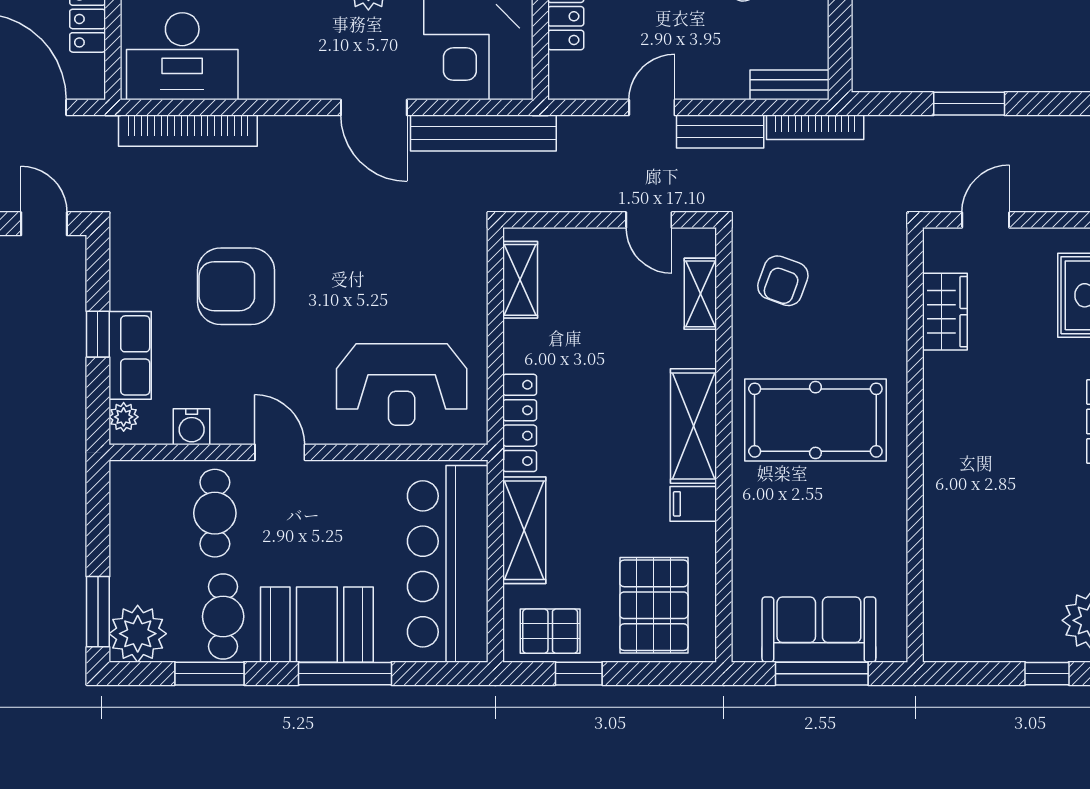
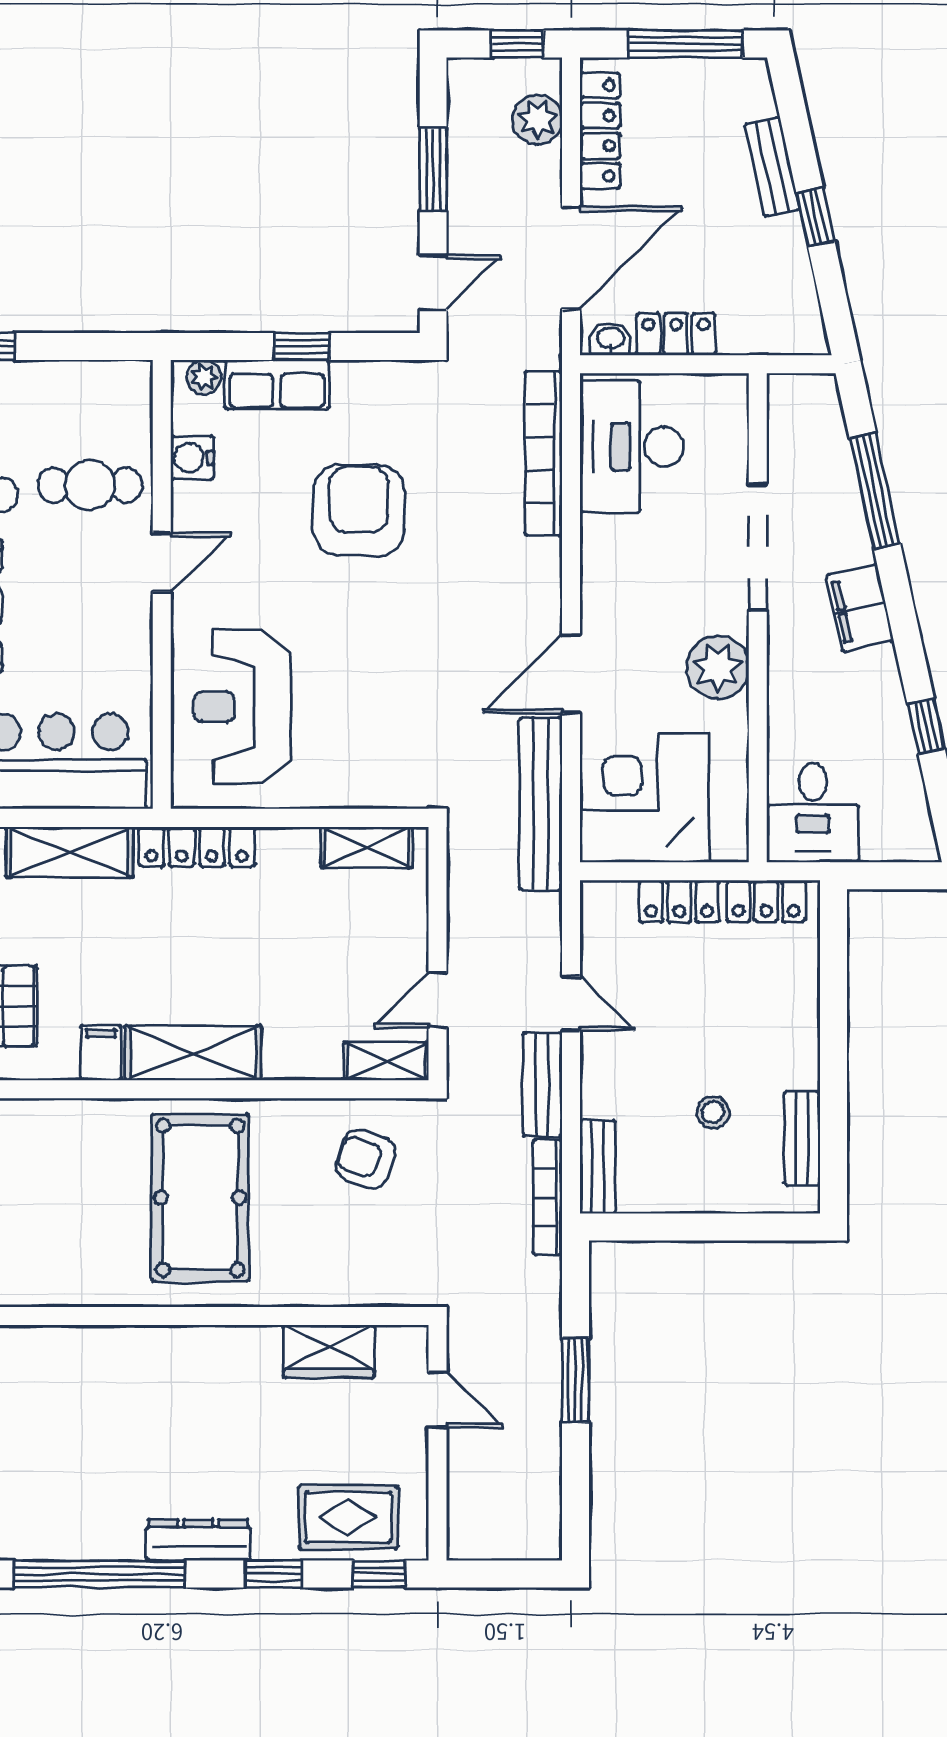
washbasin: (92, 74) -> (610, 339), added
shelving: (700, 294) -> (386, 1061), moved

